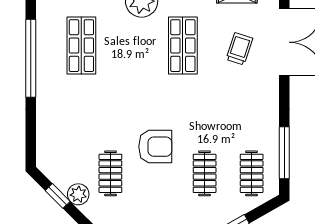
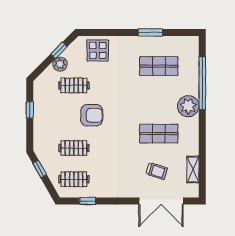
window: (31, 58) -> (150, 32), width x0.47
display table: (58, 138) -> (98, 50), added
armchair: (155, 147) -> (92, 115), turned -90
window: (284, 153) -> (88, 201), width x0.46

